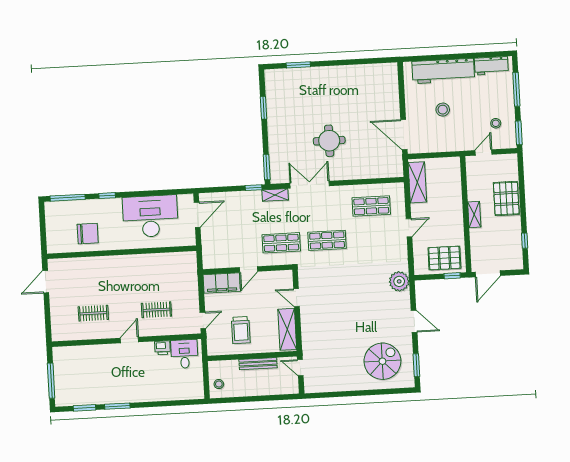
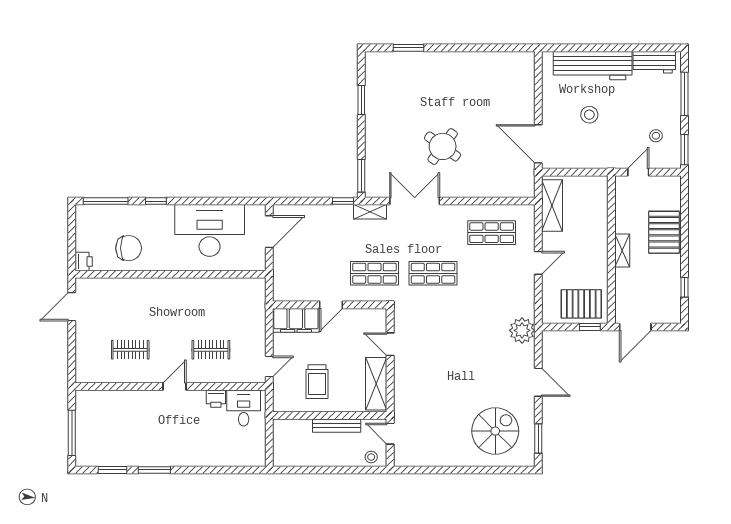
round table: (329, 141) -> (443, 146), turned 36
printer: (53, 246) -> (84, 262), added
stool: (219, 384) -> (371, 457), moved

